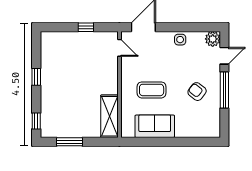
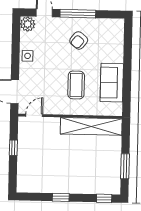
shelving: (110, 116) -> (91, 126), width x1.47

